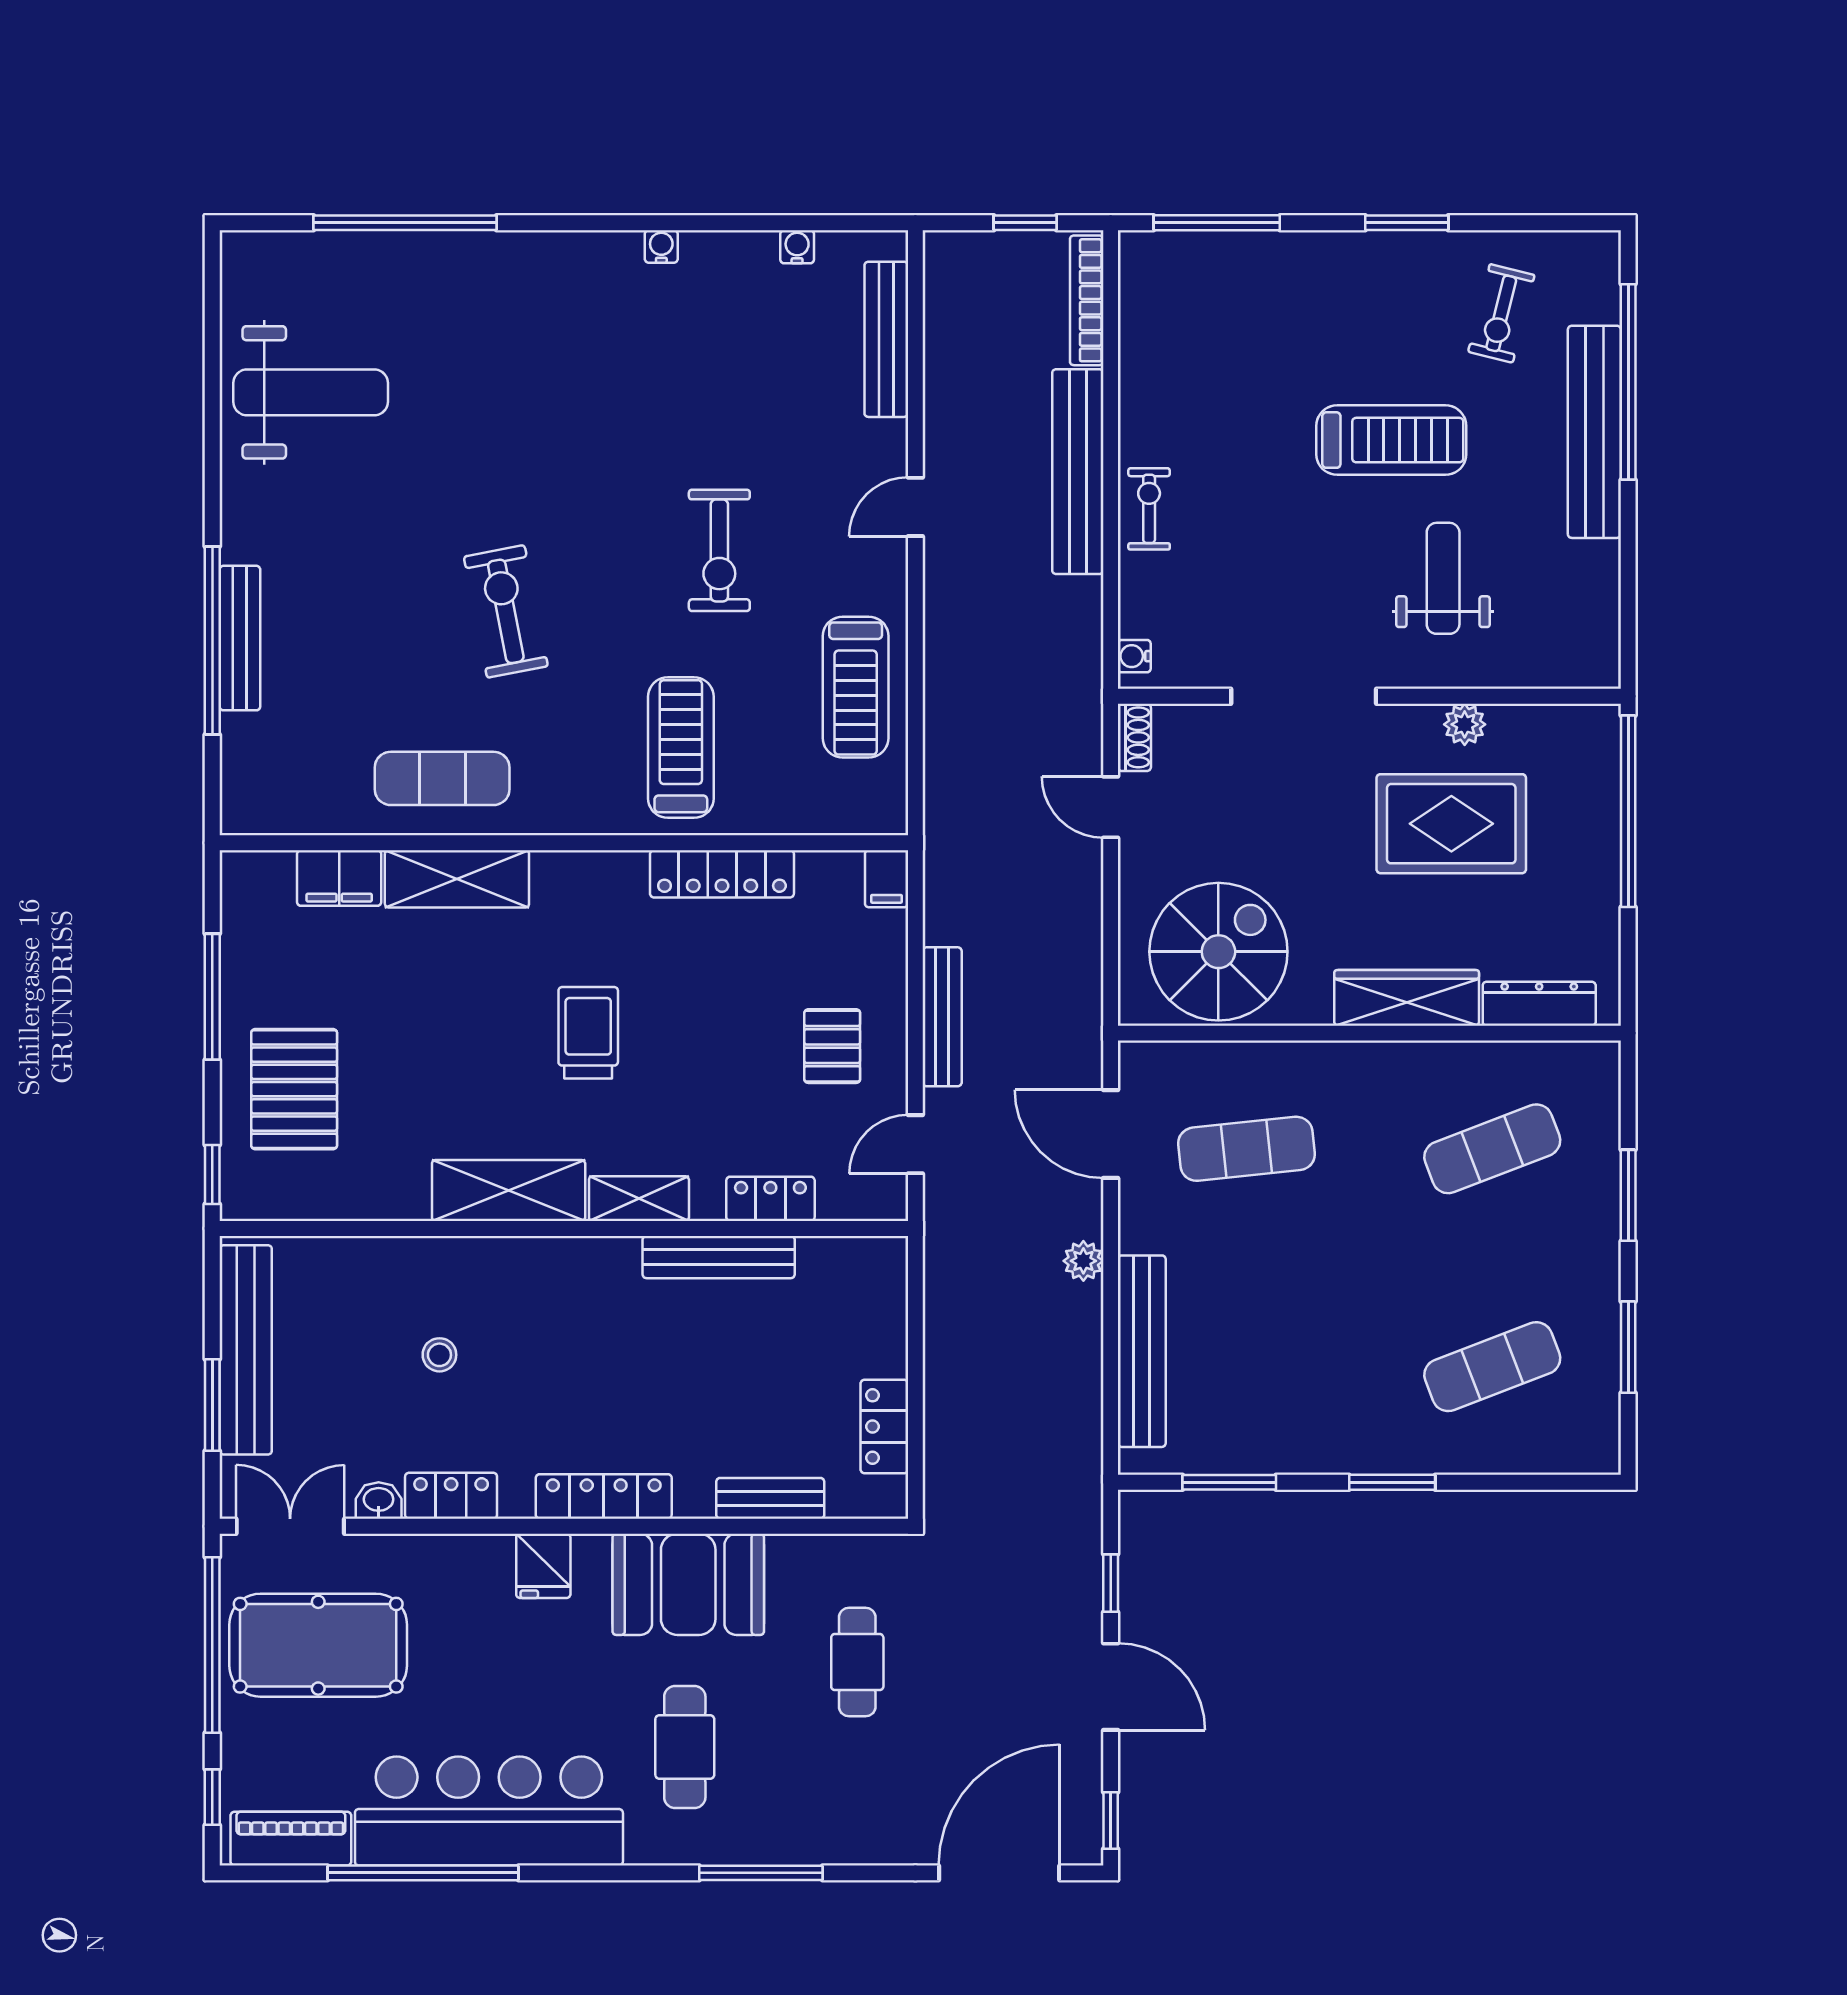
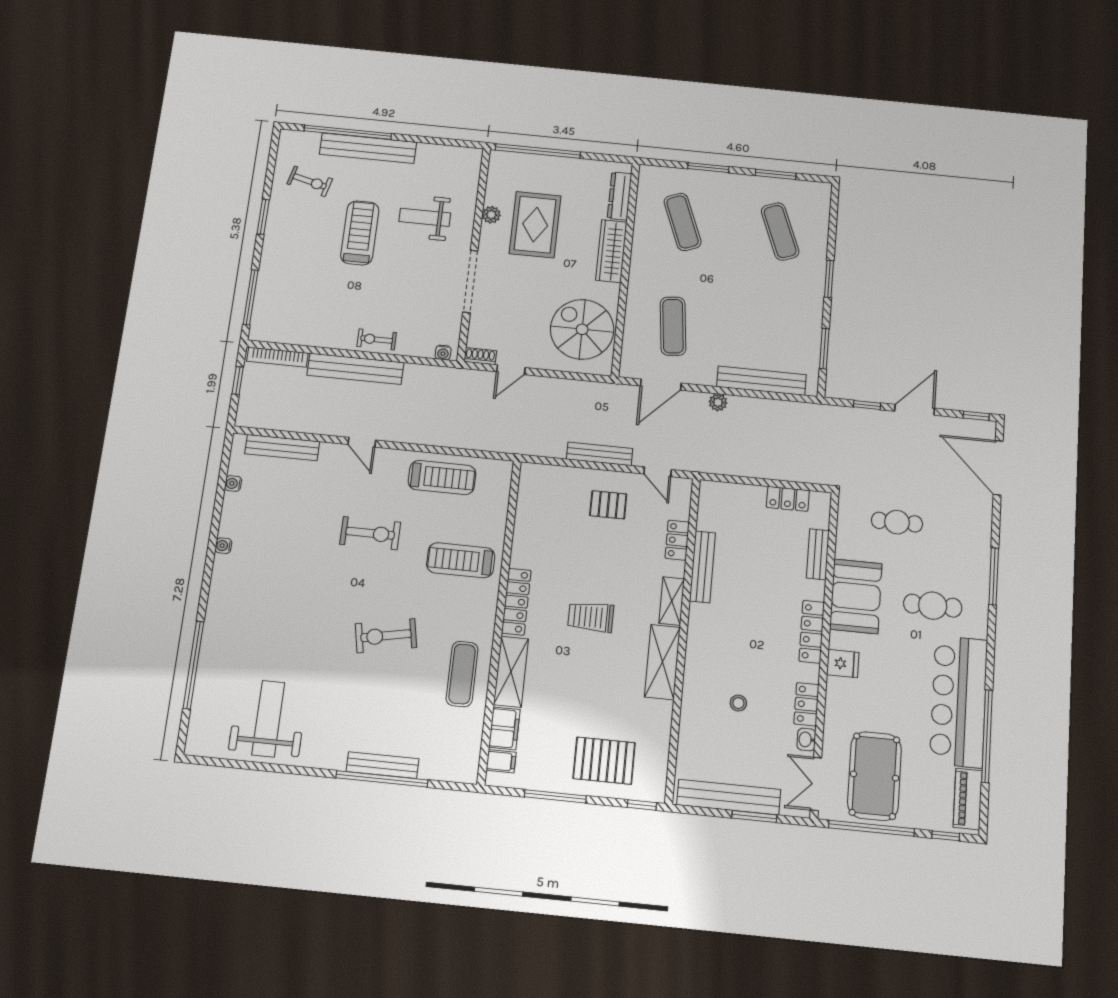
locker: (722, 874) -> (516, 602), moved
filing cabinet: (887, 879) -> (501, 761), moved

